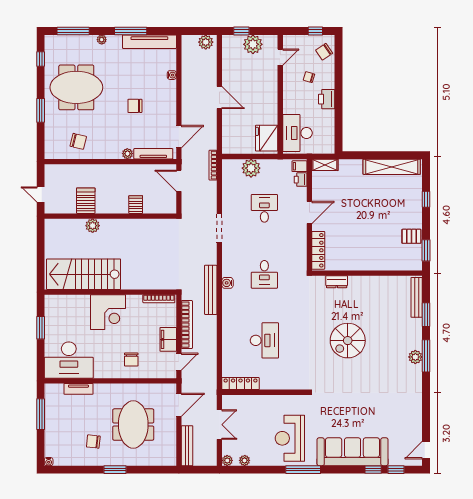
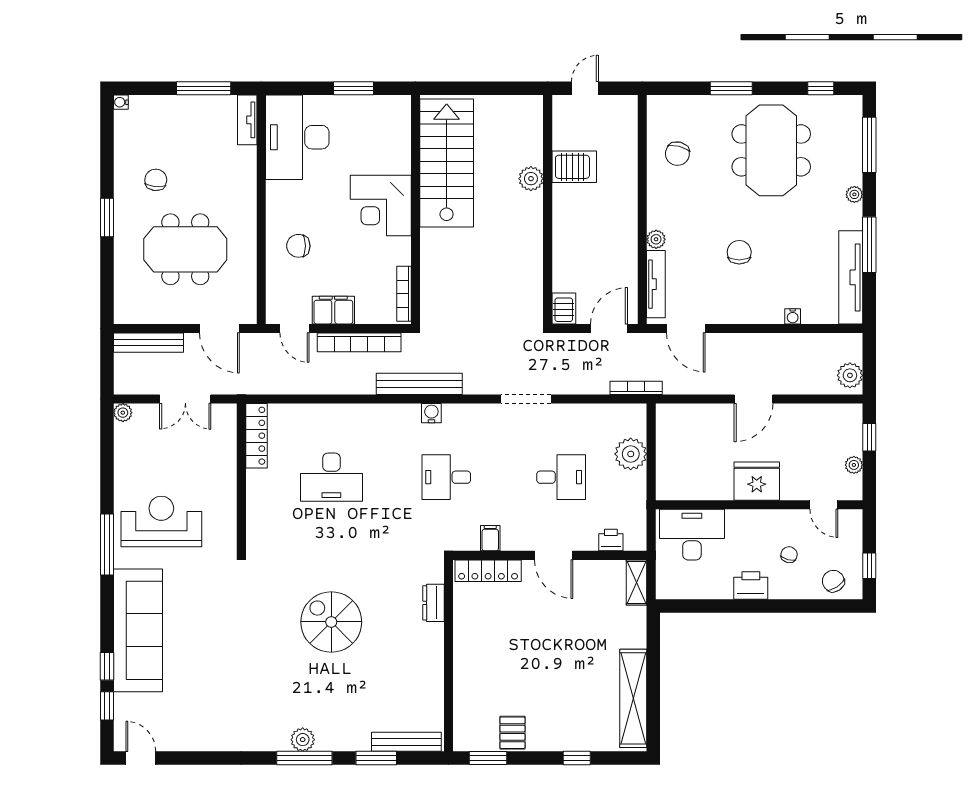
plant: (253, 44) -> (854, 465), width x0.53, depth x0.53
fridge: (267, 138) -> (757, 481), moved
filing cabinet: (300, 166) -> (490, 538), moved
server rack: (136, 205) -> (564, 308), moved, turned -90
tv unit: (78, 389) -> (247, 120), moved
plant: (245, 460) -> (123, 443), removed

